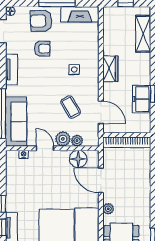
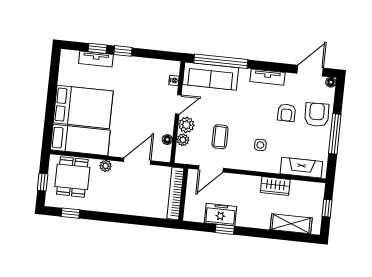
fireplace: (80, 14) -> (301, 168), moved, turned 90
wardrobe: (110, 69) -> (275, 186), moved
coffee table: (71, 107) -> (220, 137), turned -60
floor lamp: (78, 159) -> (167, 140), width x0.53, depth x0.53

